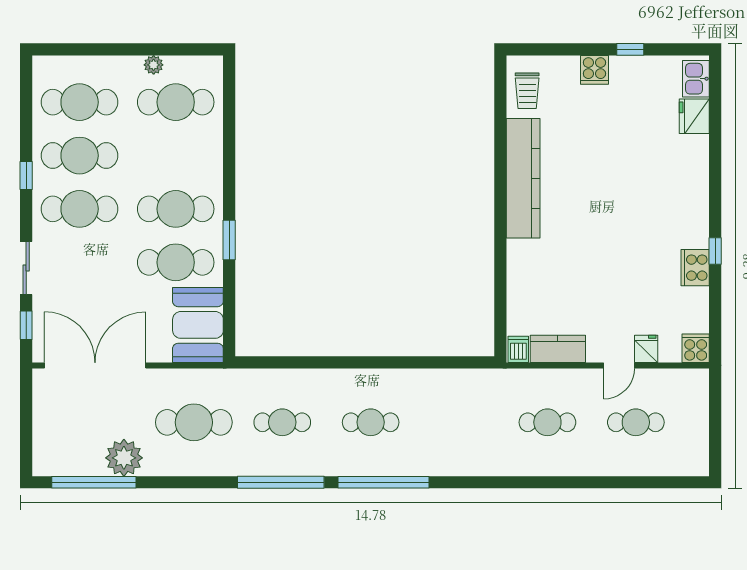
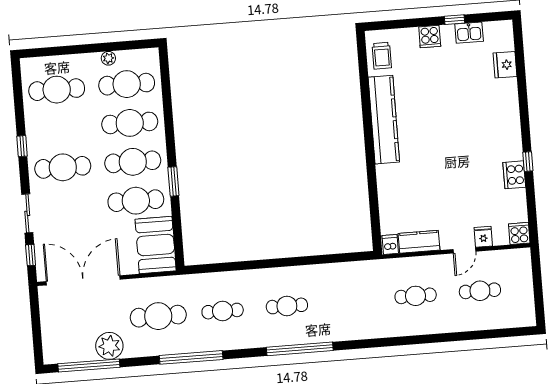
kitchen sink: (696, 79) -> (469, 33), moved, turned -90
cafe table: (80, 156) -> (130, 123), moved
window: (281, 482) -> (191, 357), moved

